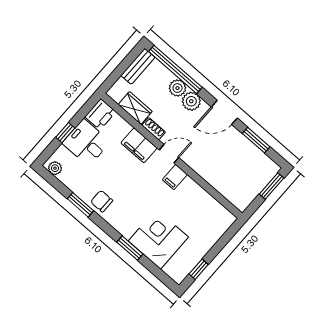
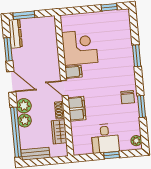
printer: (100, 114) -> (82, 147), removed
dresser: (263, 161) -> (15, 34), added
corner desk: (158, 239) -> (80, 47), moved, turned 180

